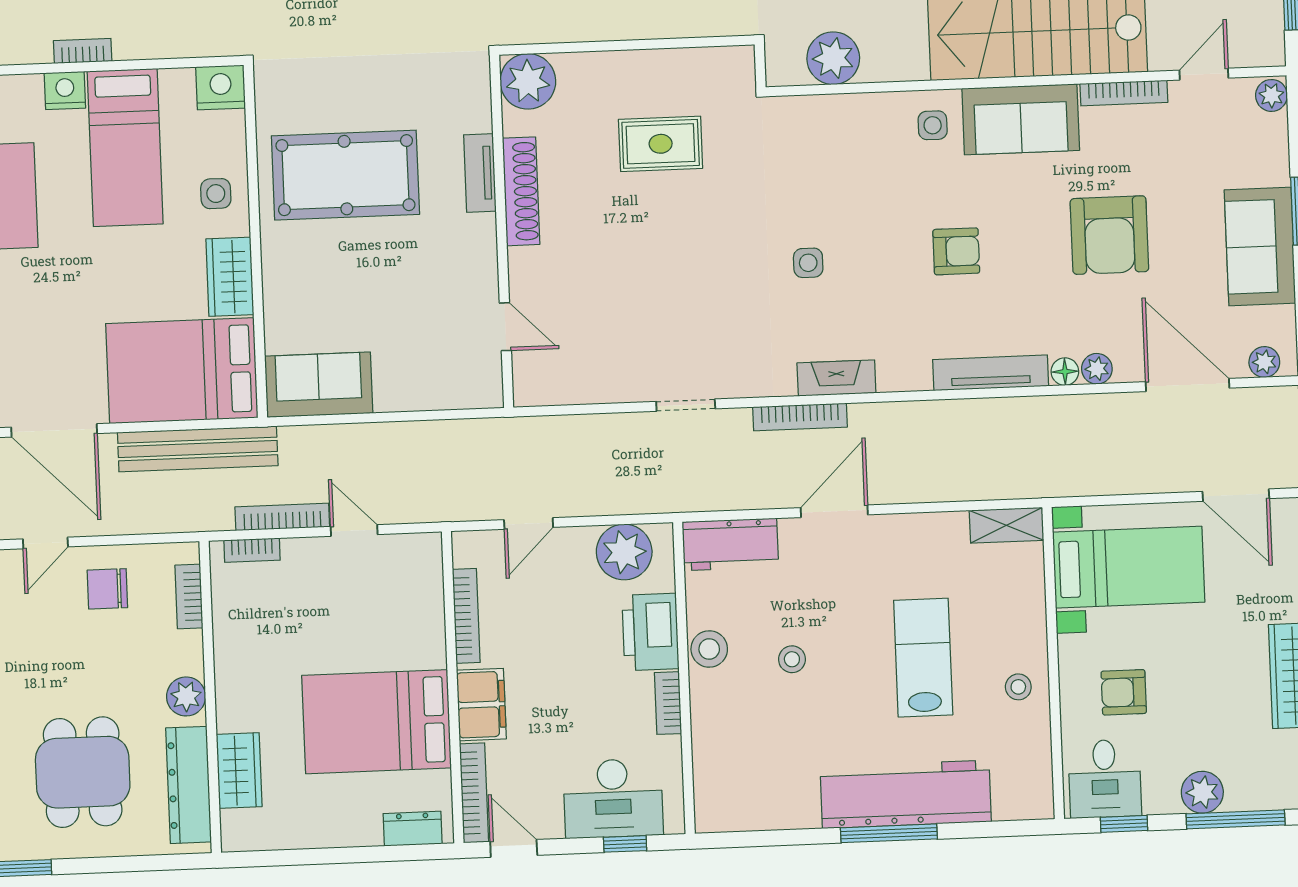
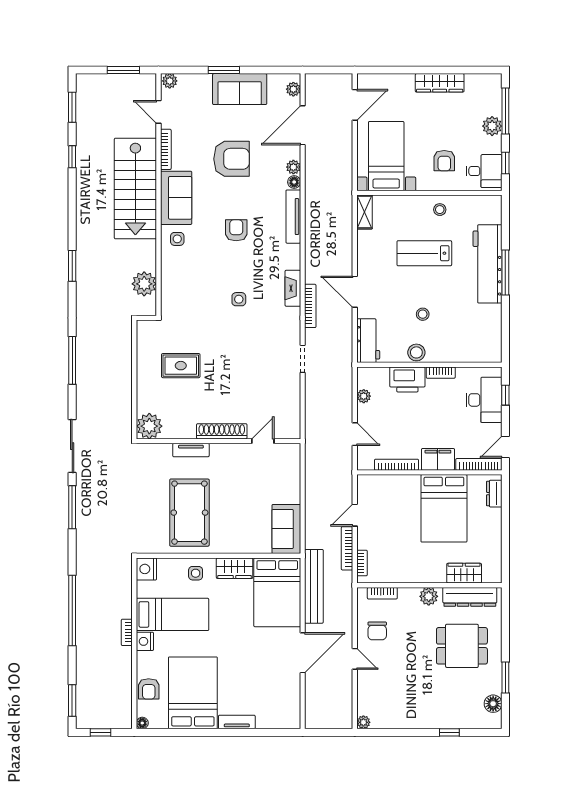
rug: (661, 144) -> (181, 366), turned 90
shoe rack: (521, 191) -> (222, 431), moved
plant: (624, 552) -> (364, 396), width x0.53, depth x0.53

